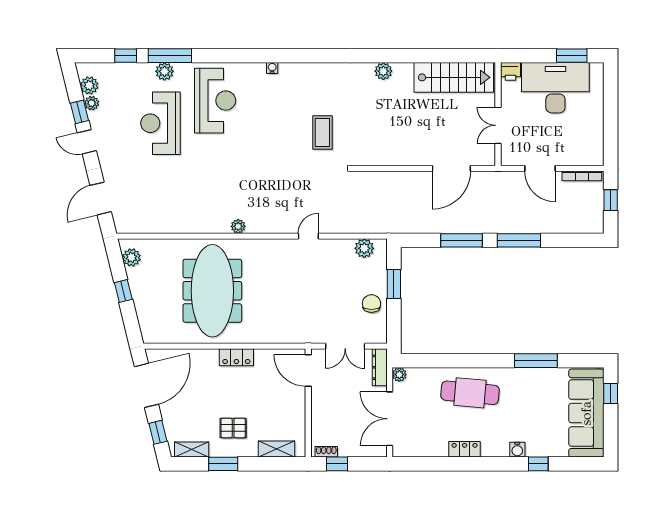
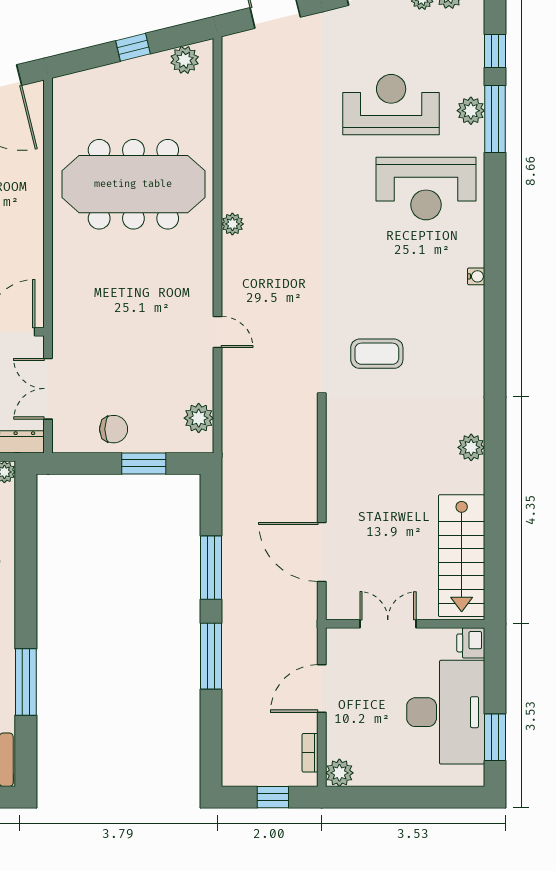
plant: (595, 157) -> (339, 773), added
bookcase: (582, 176) -> (310, 753), width x0.64
locker: (236, 357) -> (31, 221), removed

